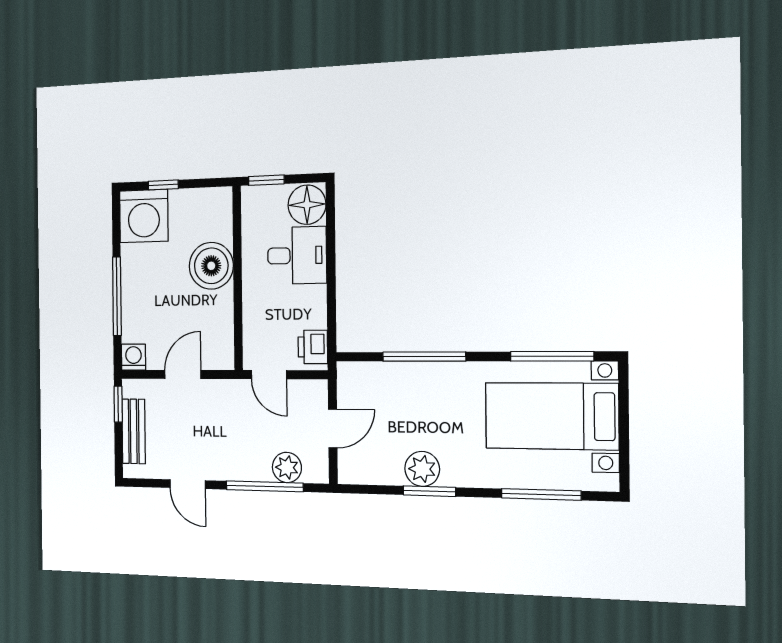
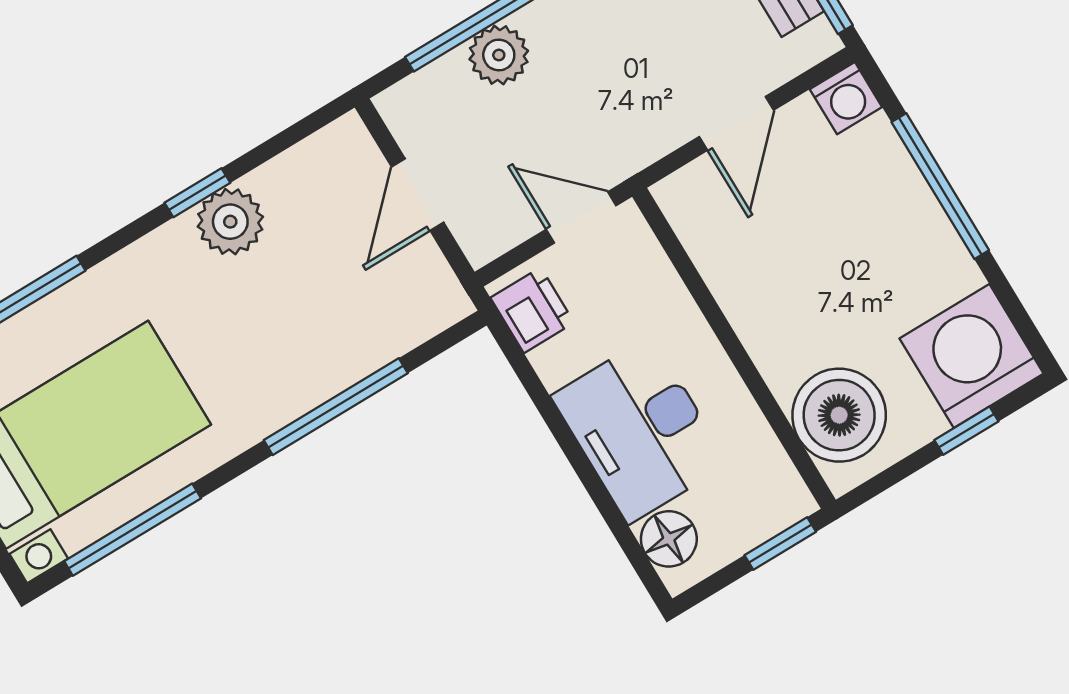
floor lamp: (307, 205) -> (669, 539), width x0.73, depth x0.73
desk: (297, 255) -> (640, 430), width x1.37
boiler: (211, 266) -> (839, 415), moved
plant: (287, 467) -> (499, 55), moved
window: (429, 491) -> (197, 193), width x0.67

